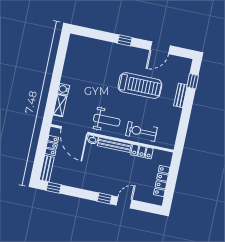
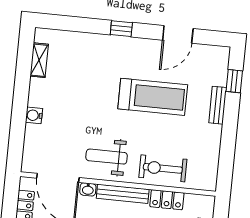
shelving: (60, 105) -> (39, 60), moved
weight bench: (107, 120) -> (107, 157), turned 180

